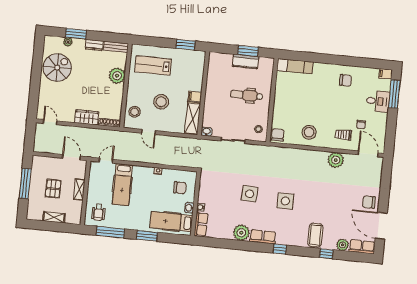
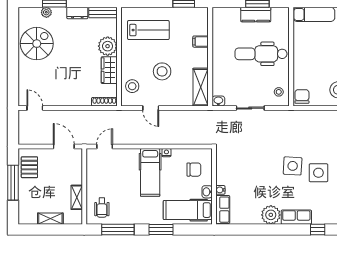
lab bench: (153, 65) -> (148, 30), turned 180
dental chair: (247, 95) -> (261, 54), width x1.36, depth x1.38
filing cabinet: (195, 96) -> (201, 42), moved
wardrobe: (87, 117) -> (109, 70), moved, turned -90
hospital bed: (122, 185) -> (150, 172), moved
pallet: (53, 189) -> (29, 167), moved
shelving: (79, 190) -> (77, 197), moved
side table: (250, 194) -> (293, 166), moved

